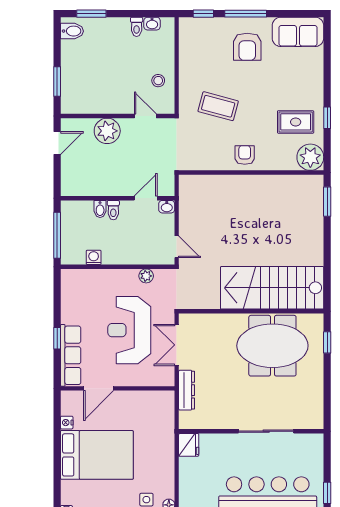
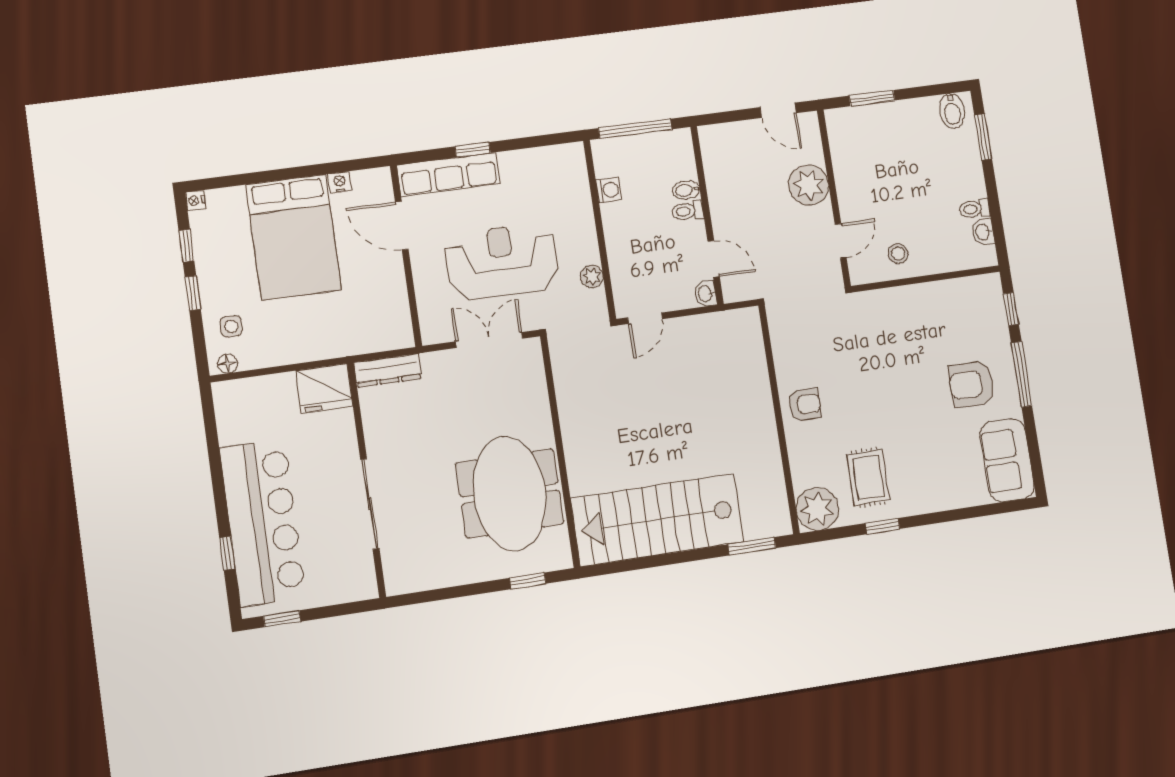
coffee table: (218, 106) -> (874, 352), removed
stairs: (272, 288) -> (657, 520), moved, turned -90
dresser: (187, 390) -> (388, 370), moved
fridge: (189, 445) -> (324, 388), width x1.36, depth x1.34

